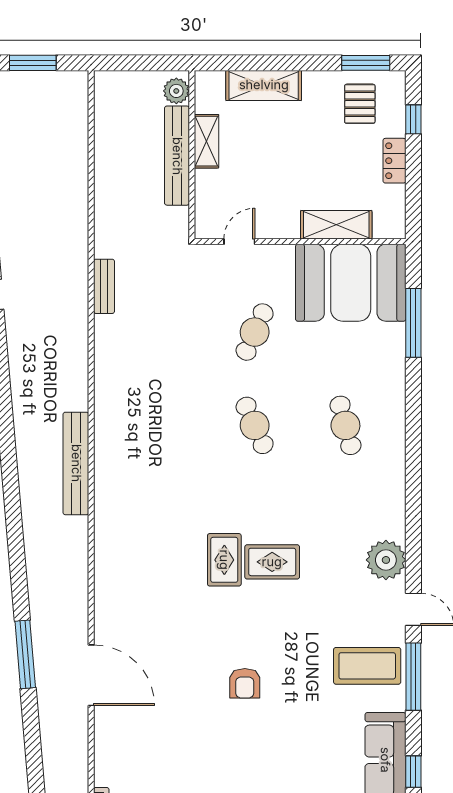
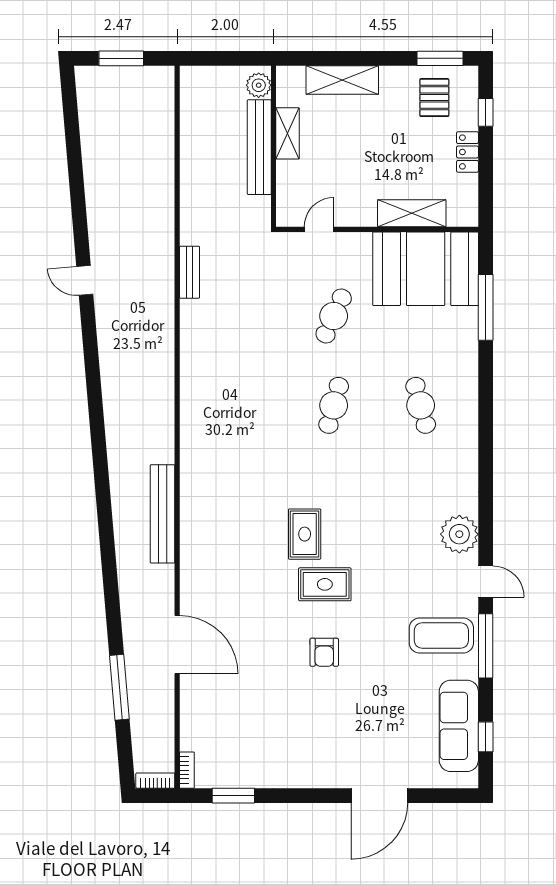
cafe table: (255, 425) -> (334, 405), turned 39
bench: (76, 463) -> (162, 514), moved
rug: (272, 562) -> (325, 584), moved
window: (25, 654) -> (119, 687), moved

